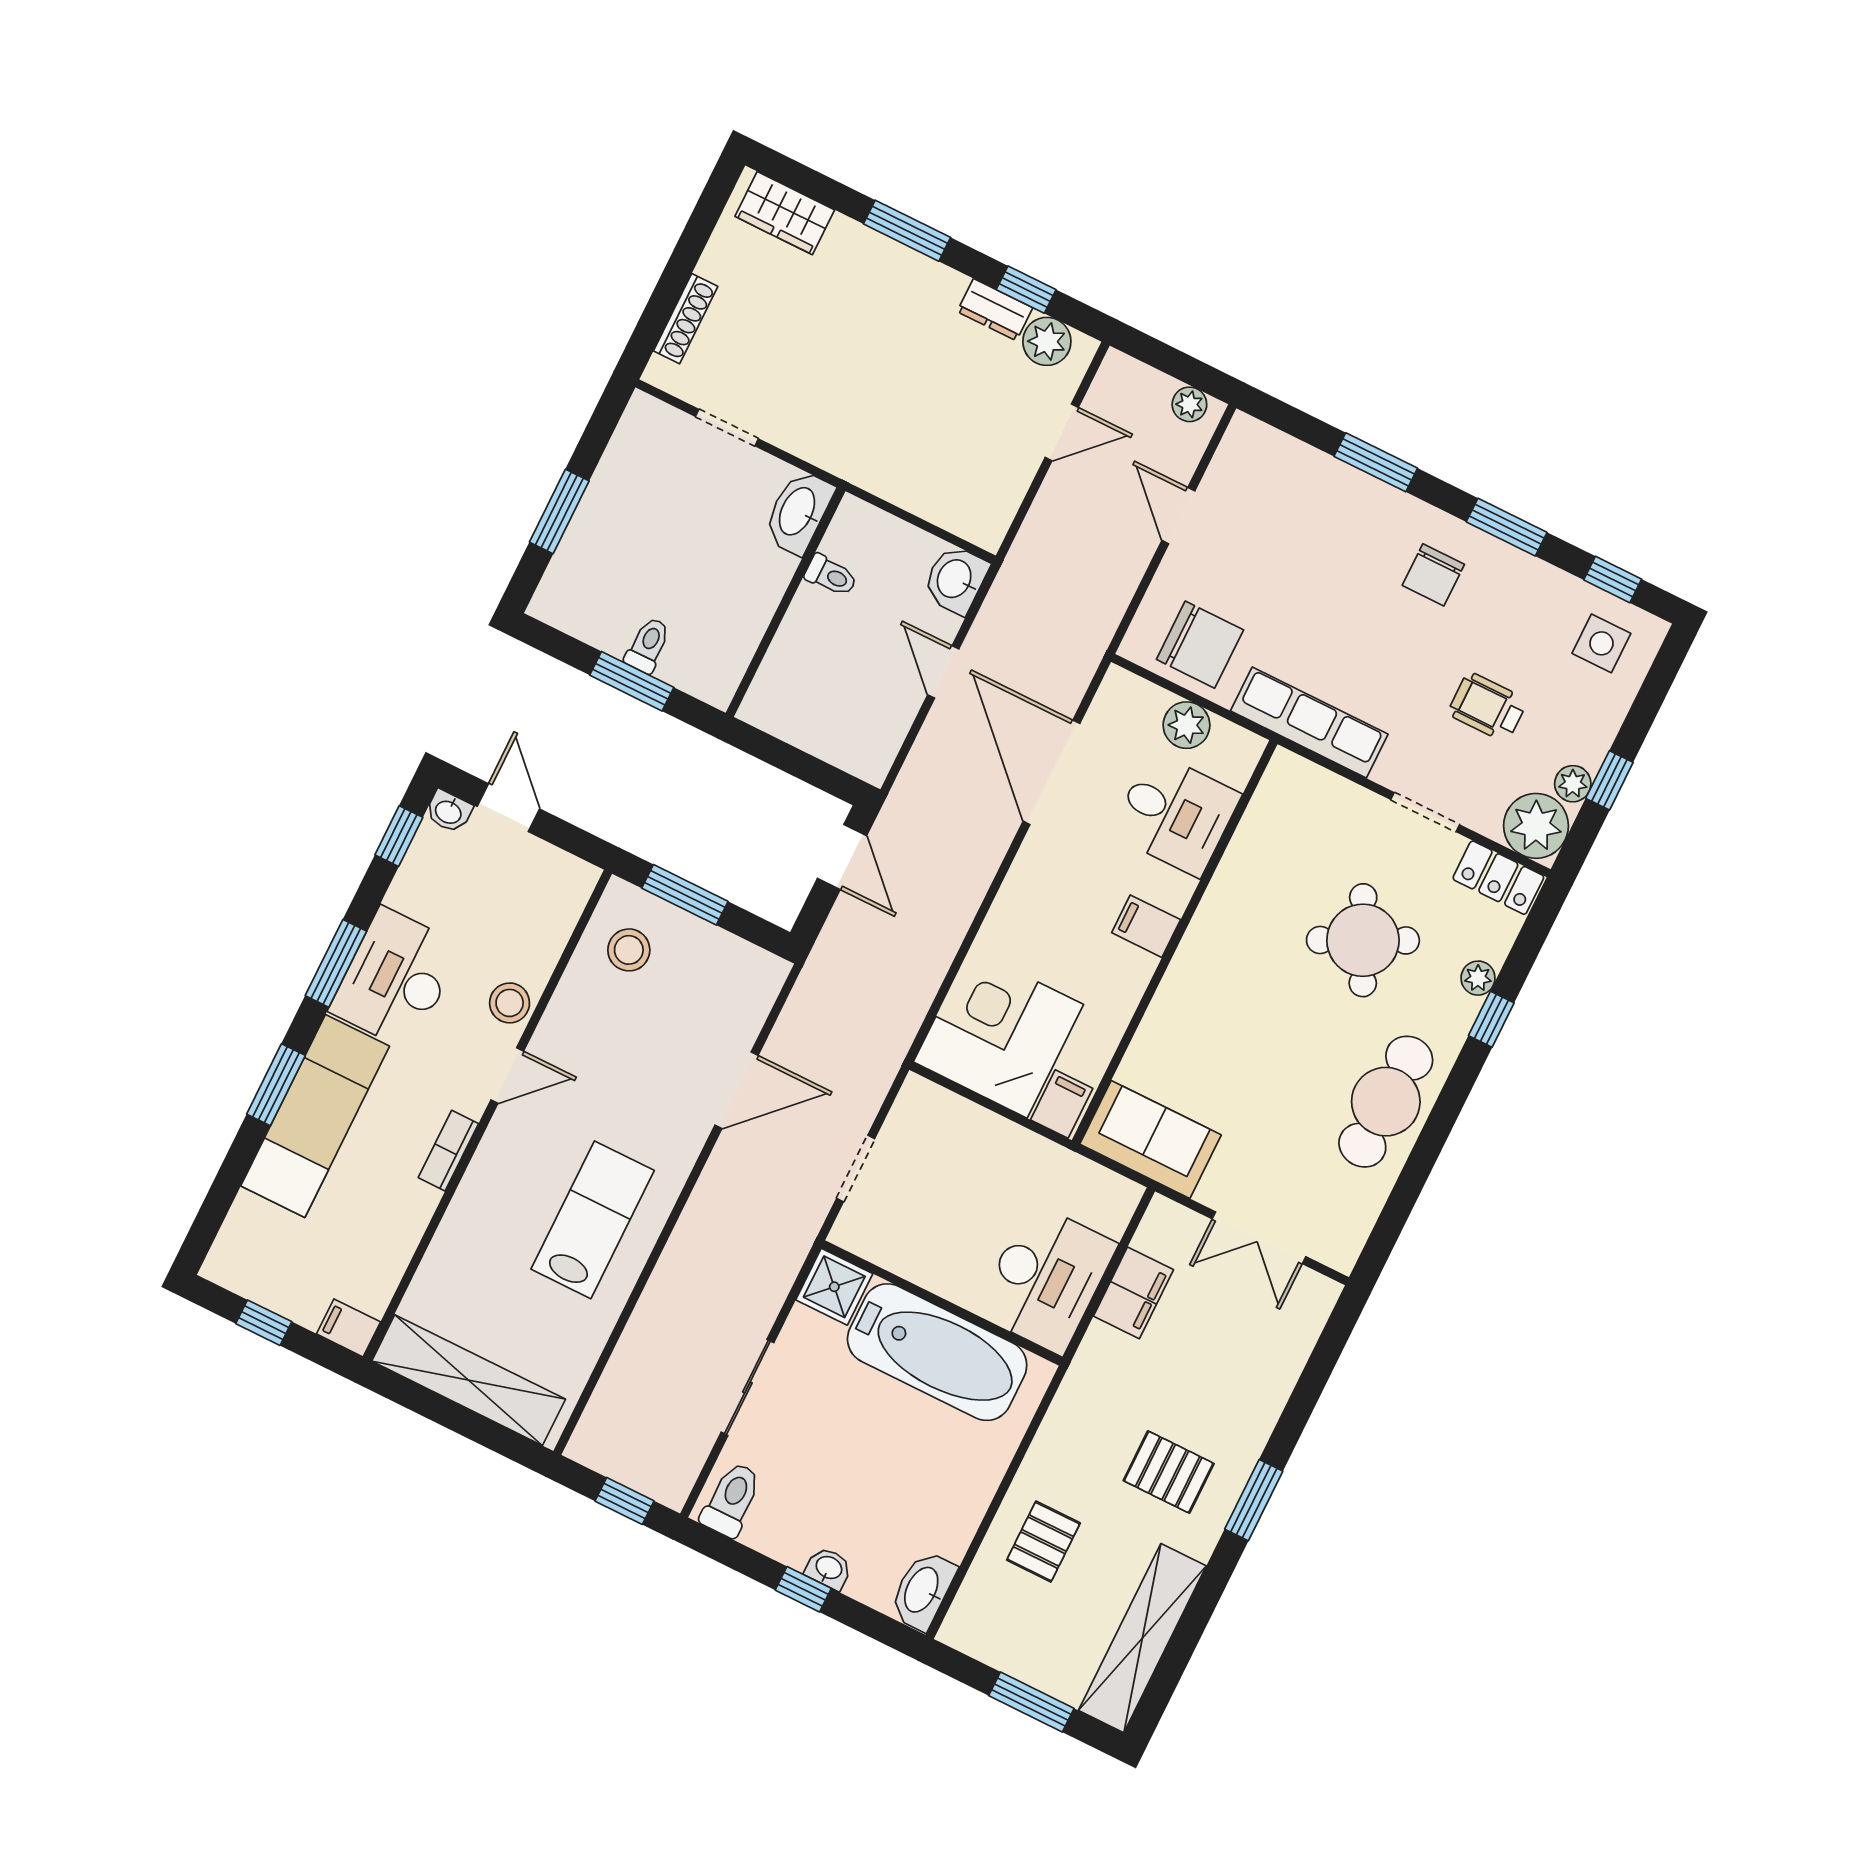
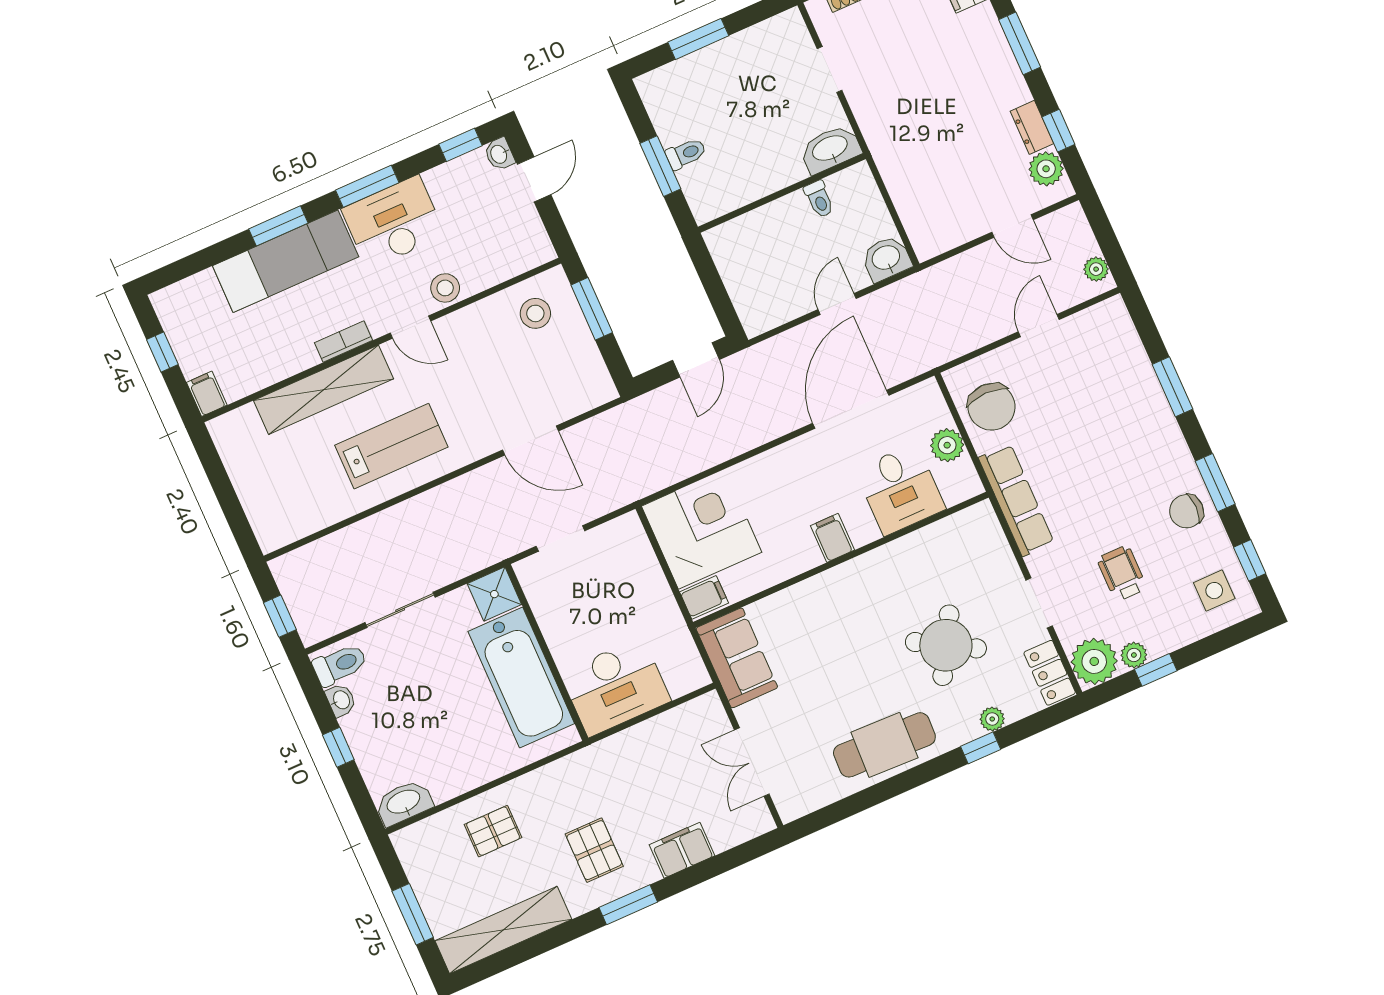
chair: (1433, 575) -> (1186, 511), moved
round table: (1363, 940) -> (946, 645), turned -34
filing cabinet: (1133, 1293) -> (682, 850), moved, turned 180
shelving: (469, 1380) -> (324, 390), moved, turned 90
washbasin: (829, 1568) -> (341, 700), moved

